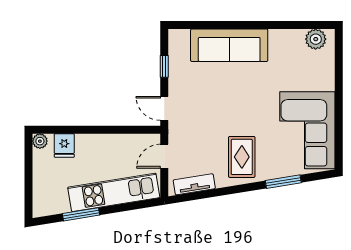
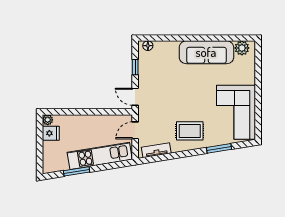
floor lamp: (182, 36) -> (148, 46), added
sofa: (229, 45) -> (206, 52), moved
fridge: (64, 145) -> (51, 133), moved, turned -90
rug: (242, 157) -> (190, 131), turned 90

